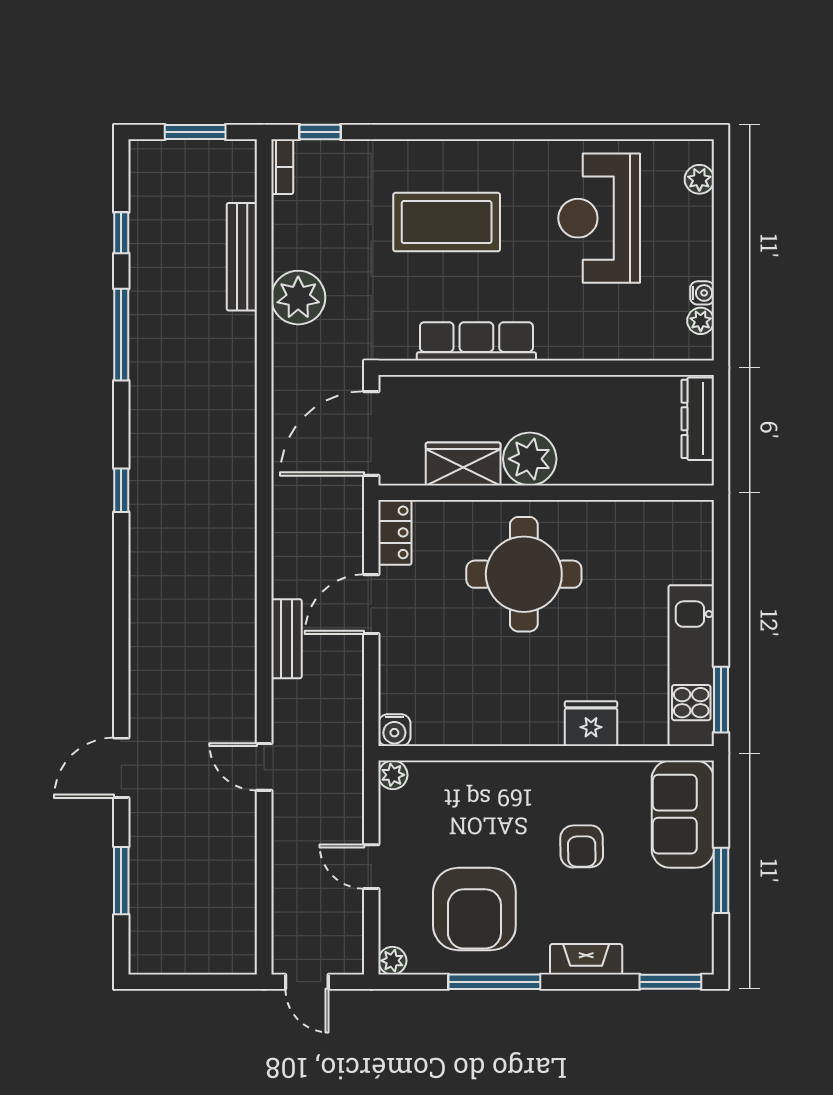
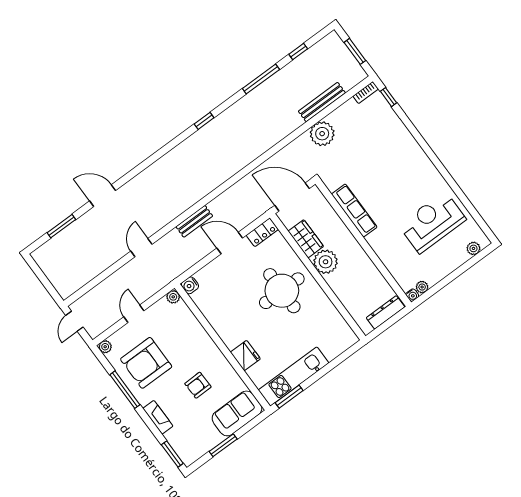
coffee table: (447, 222) -> (390, 168), removed
water cooler: (702, 293) -> (412, 295), moved

